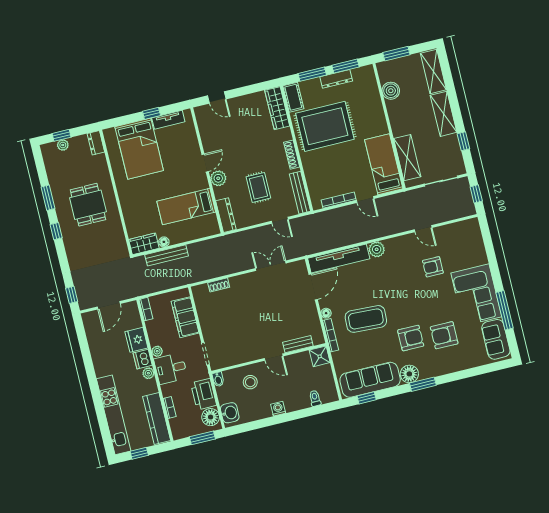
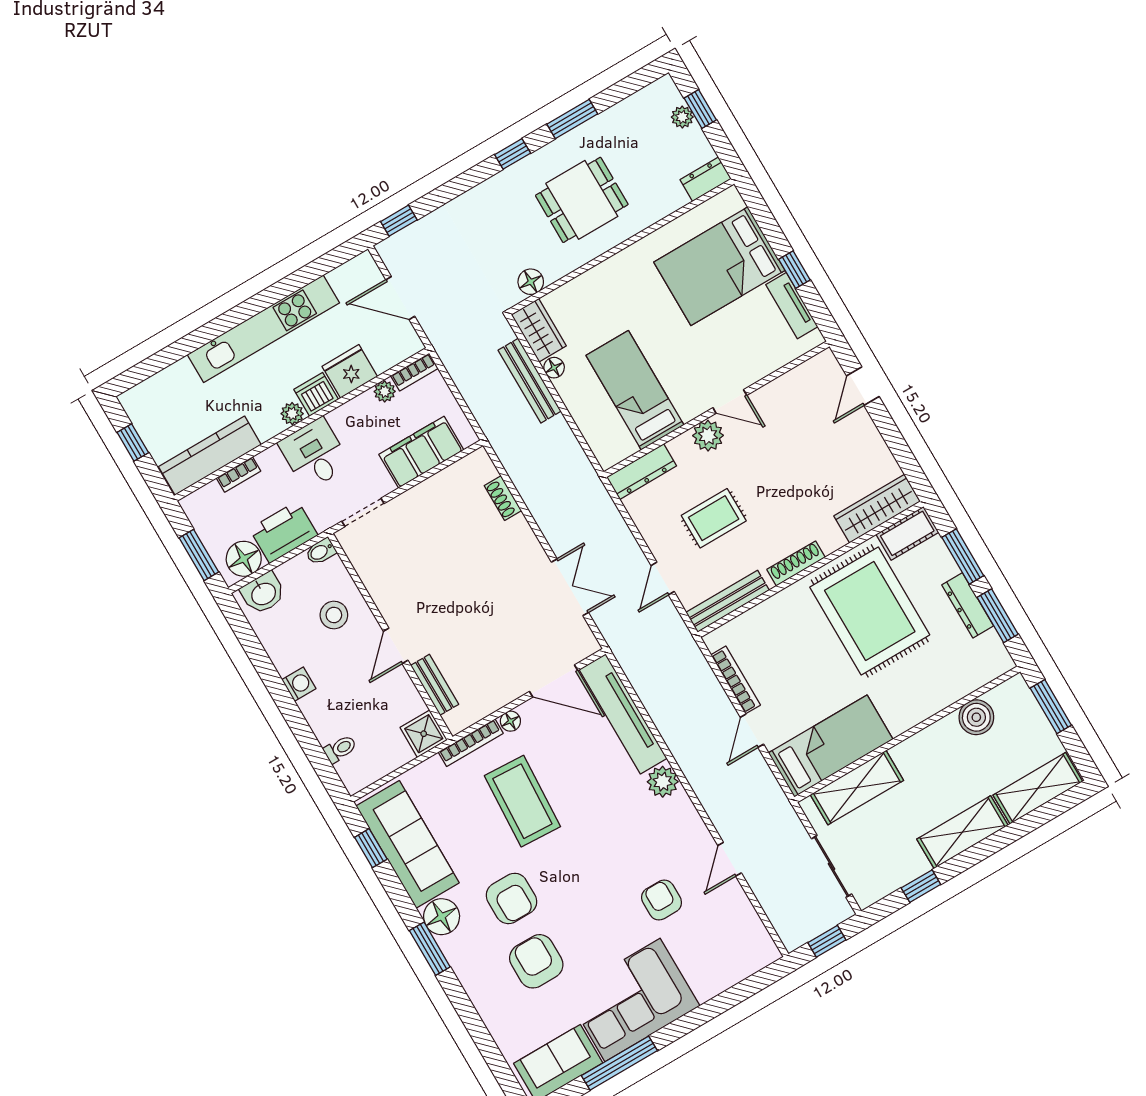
floor lamp: (120, 241) -> (531, 282), added
plant: (157, 351) -> (385, 391), moved
kitchen unit: (114, 415) -> (263, 329), moved

